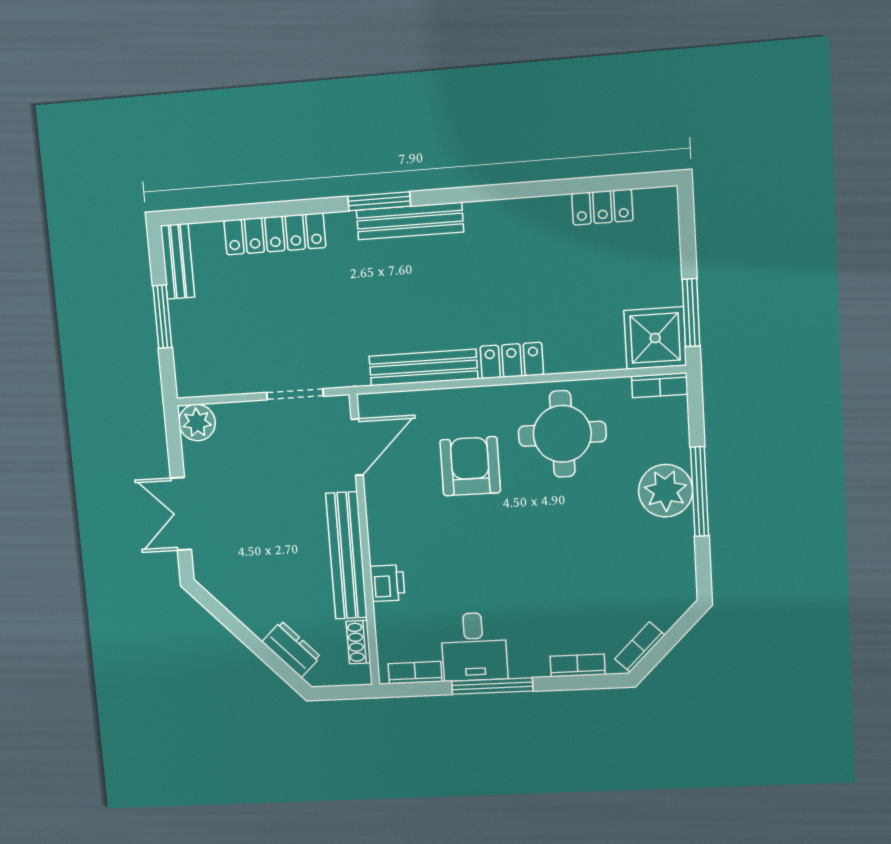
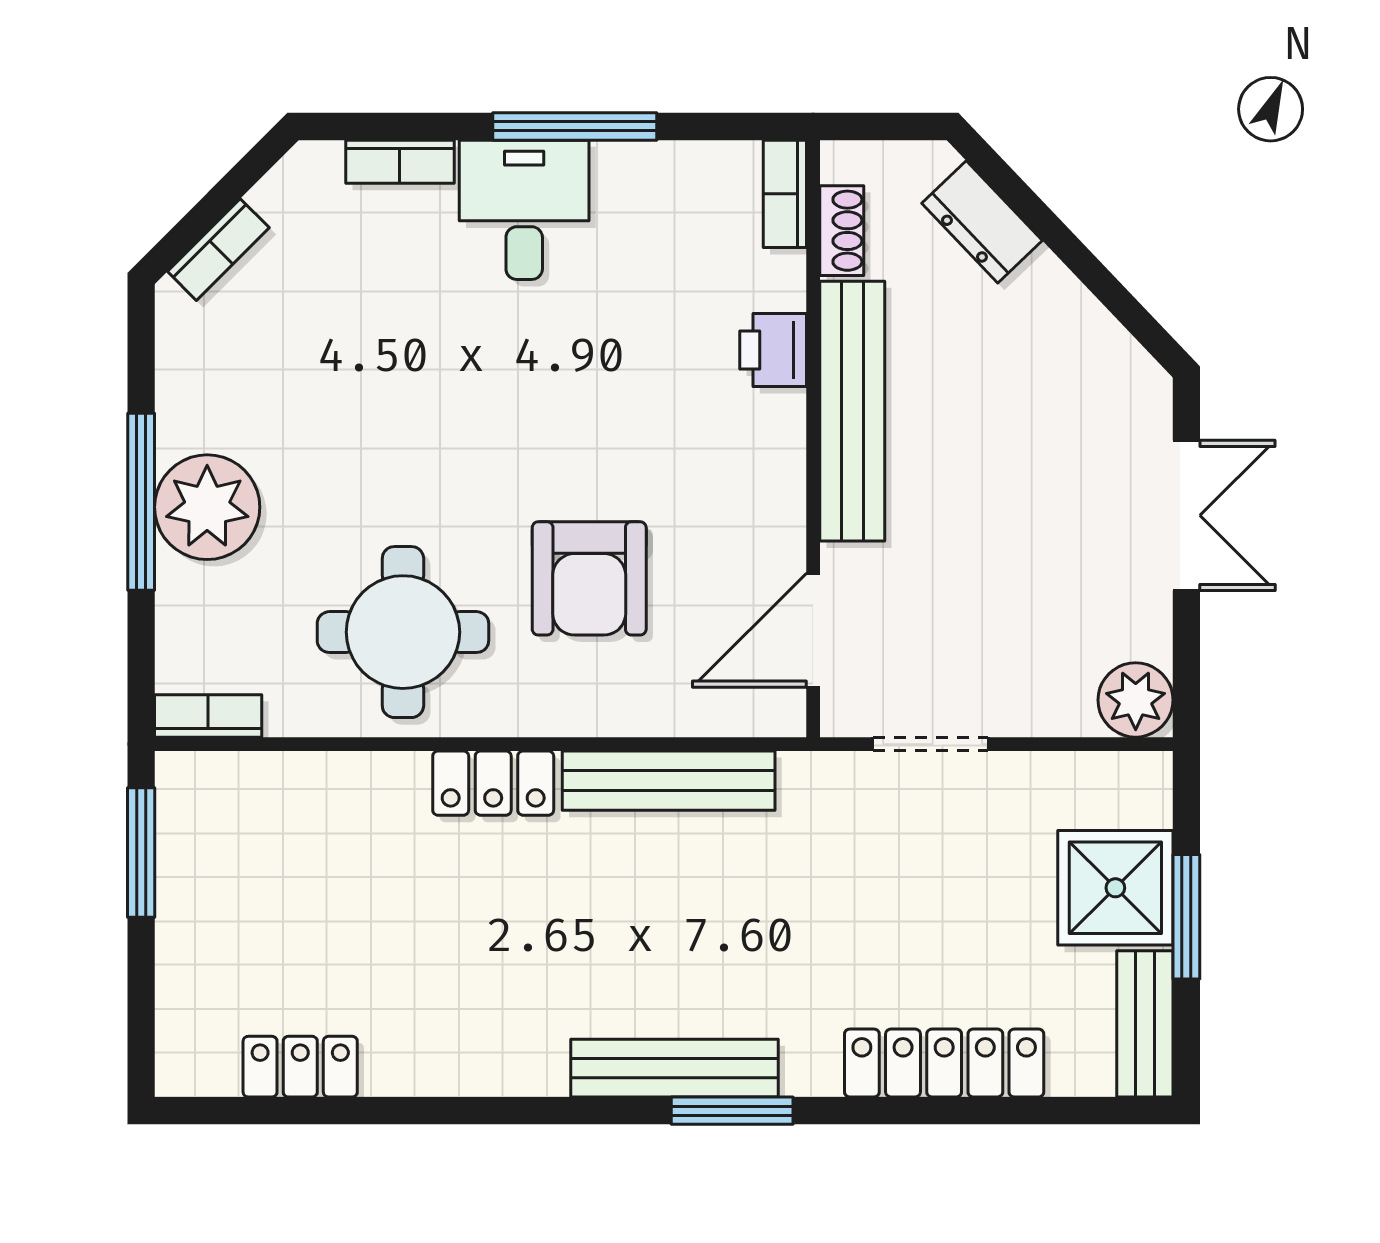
shower: (655, 338) -> (1115, 888), moved
desk: (474, 647) -> (524, 210), moved
bookcase: (640, 647) -> (218, 250), moved
bookcase: (415, 673) -> (785, 194), moved, turned 90

